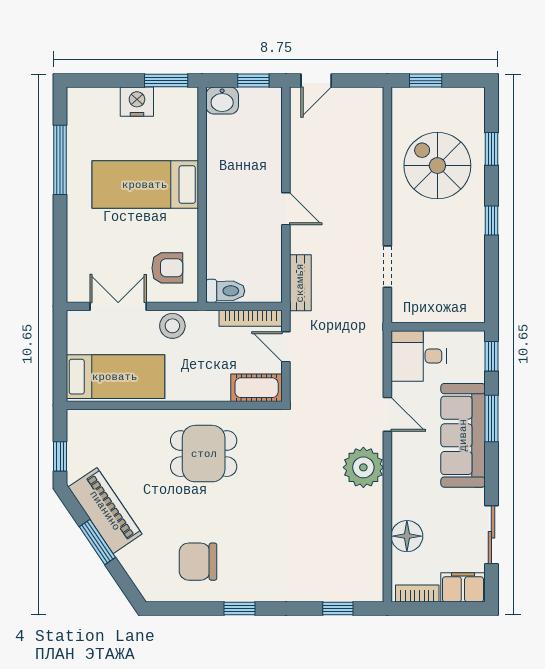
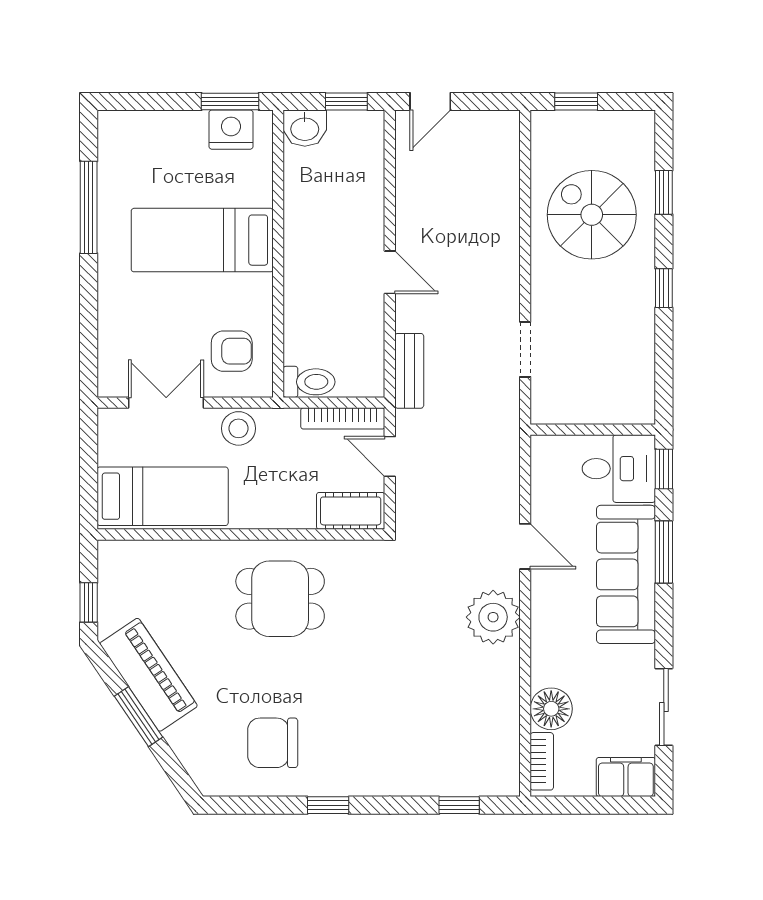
nightstand: (137, 102) -> (231, 130), moved
desk: (419, 356) -> (619, 469), moved, turned 180
bookcase: (417, 593) -> (542, 761), moved, turned 90

